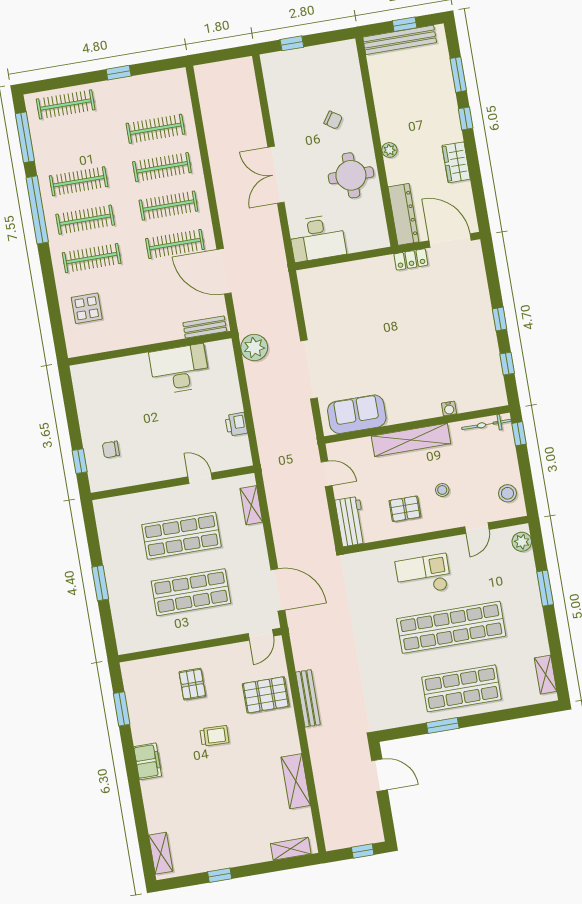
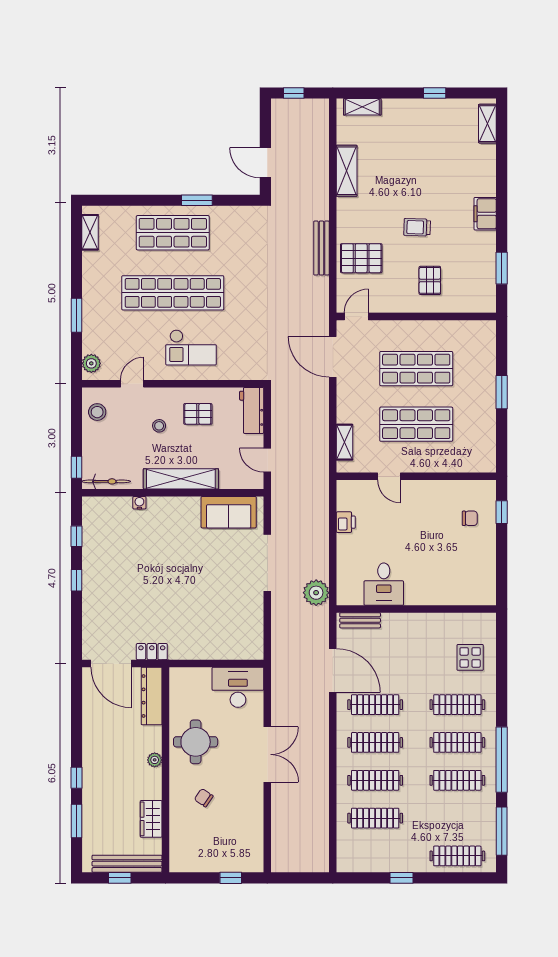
wardrobe: (456, 162) -> (151, 819), moved, turned 180
desk: (179, 369) -> (384, 584), width x0.73

